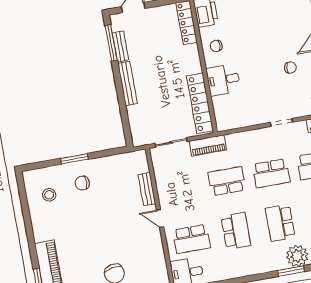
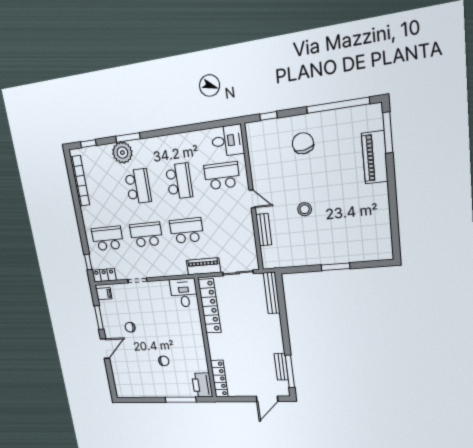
chair: (216, 46) -> (164, 361), moved
desk: (223, 80) -> (184, 293), moved, turned -90
bench: (128, 83) -> (272, 293), moved
school desk: (227, 181) -> (187, 231), turned 180
chair: (82, 183) -> (329, 242), removed
stool: (49, 195) -> (305, 209), moved
school desk: (236, 231) -> (179, 181), turned 180

